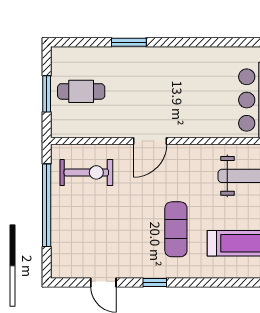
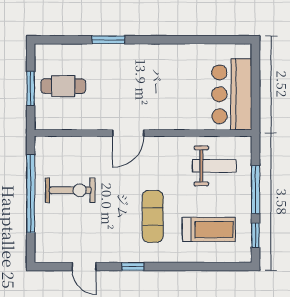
exercise bike: (86, 172) -> (70, 190), moved

